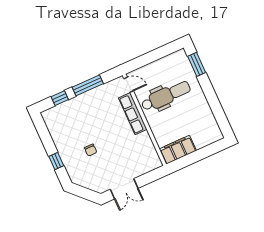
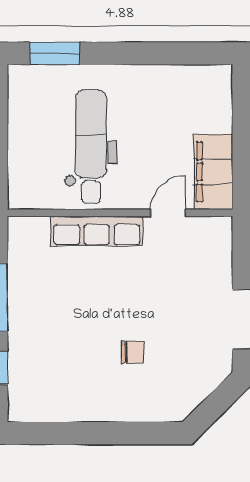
door: (129, 85) -> (168, 213), moved
window: (56, 161) -> (123, 433), removed

